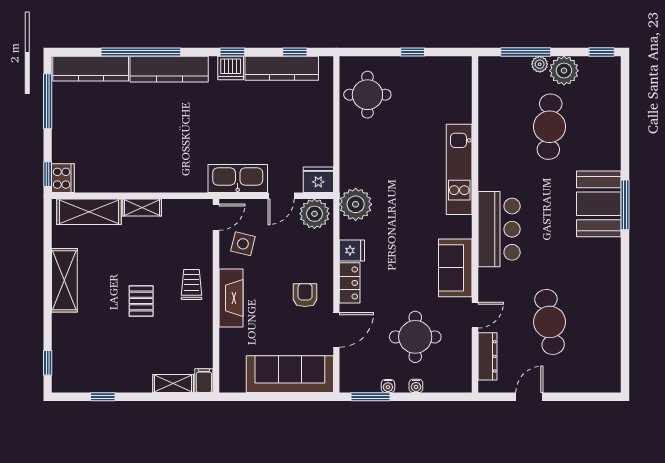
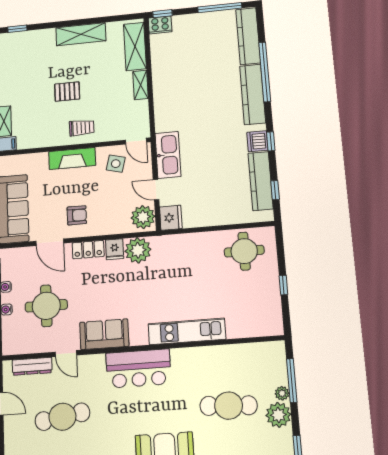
plant: (356, 204) -> (138, 250), moved

